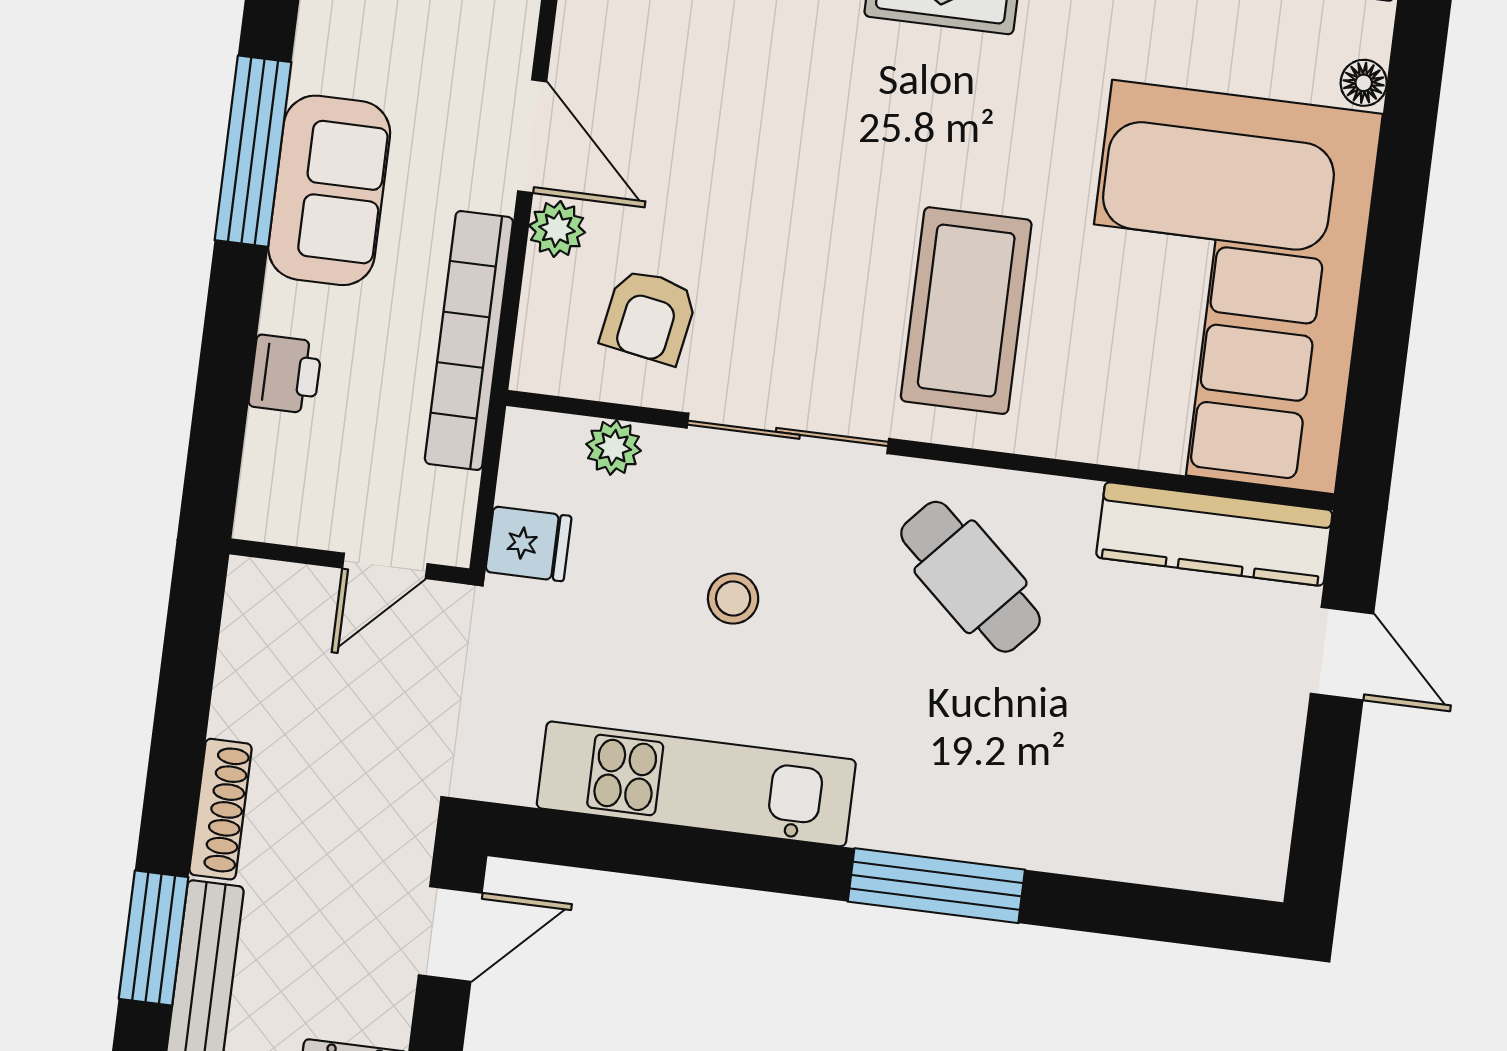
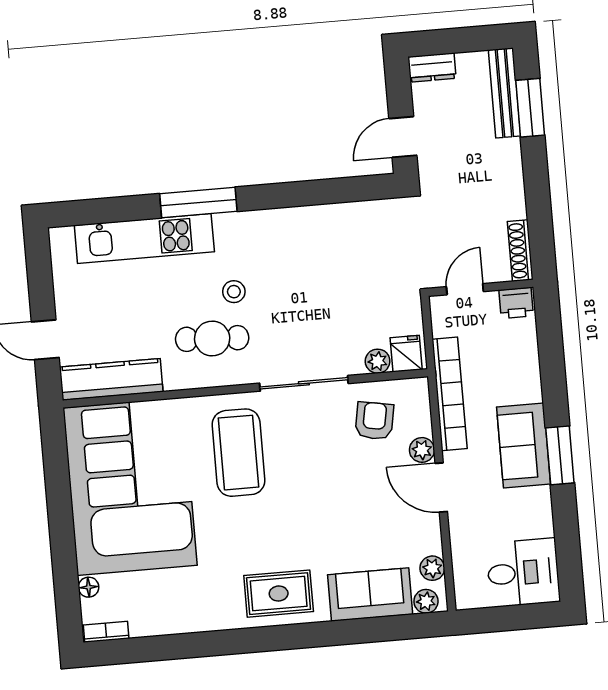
window: (253, 151) -> (560, 455), width x0.69
printer: (285, 374) -> (516, 303), moved, turned -90
fridge: (528, 544) -> (406, 354), moved, turned 90
cafe table: (971, 577) -> (212, 339), turned -39
stool: (733, 599) -> (234, 292), moved
kitchen unit: (696, 784) -> (144, 238), moved
shoe rack: (221, 809) -> (520, 251), moved

